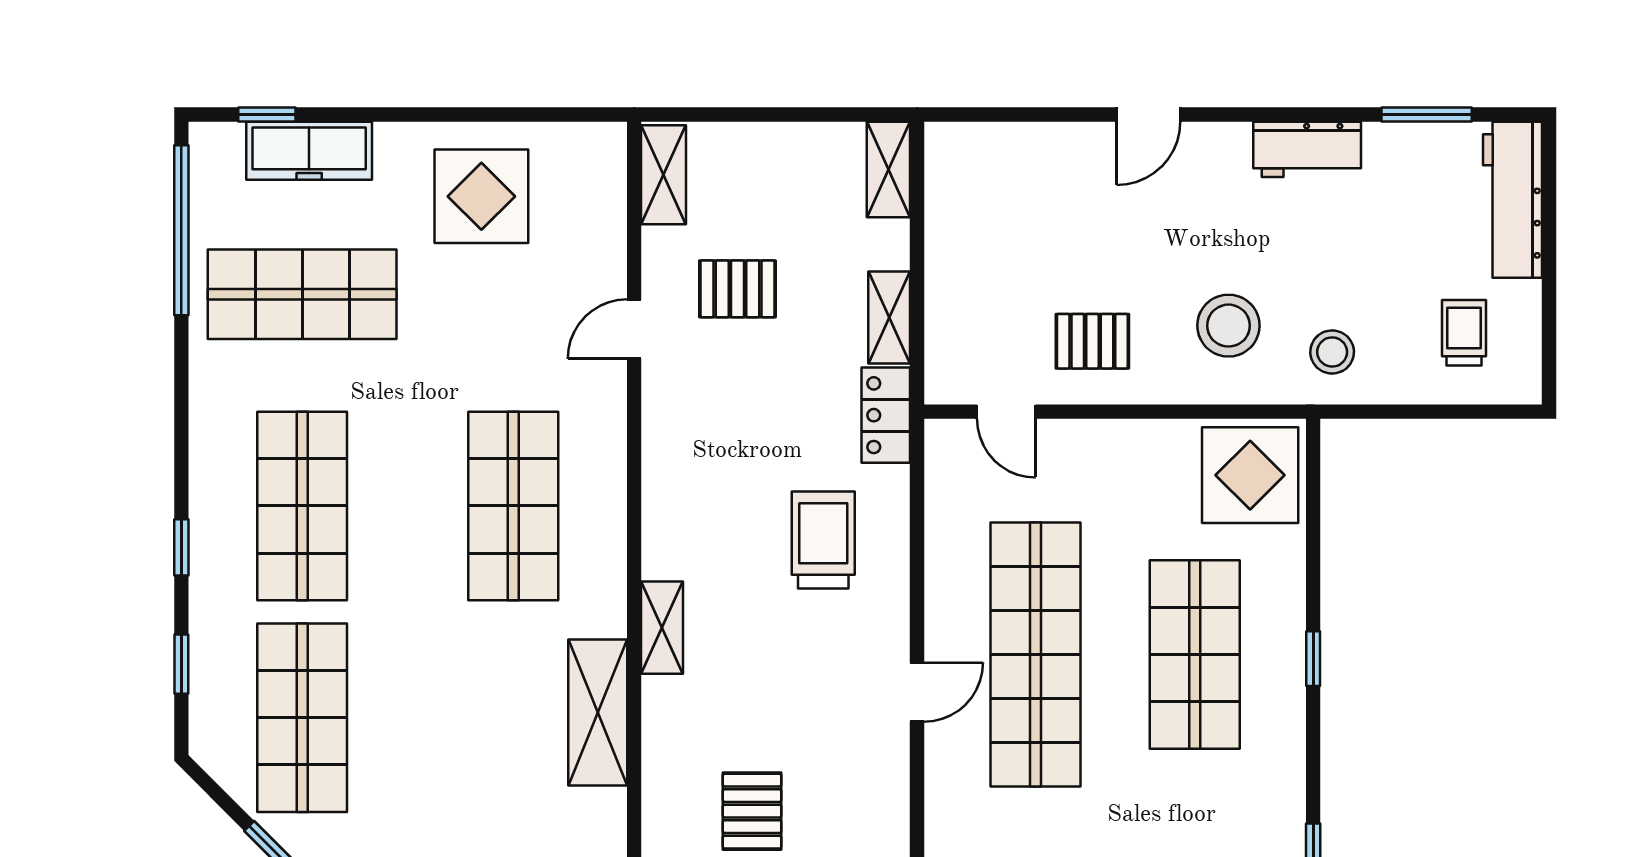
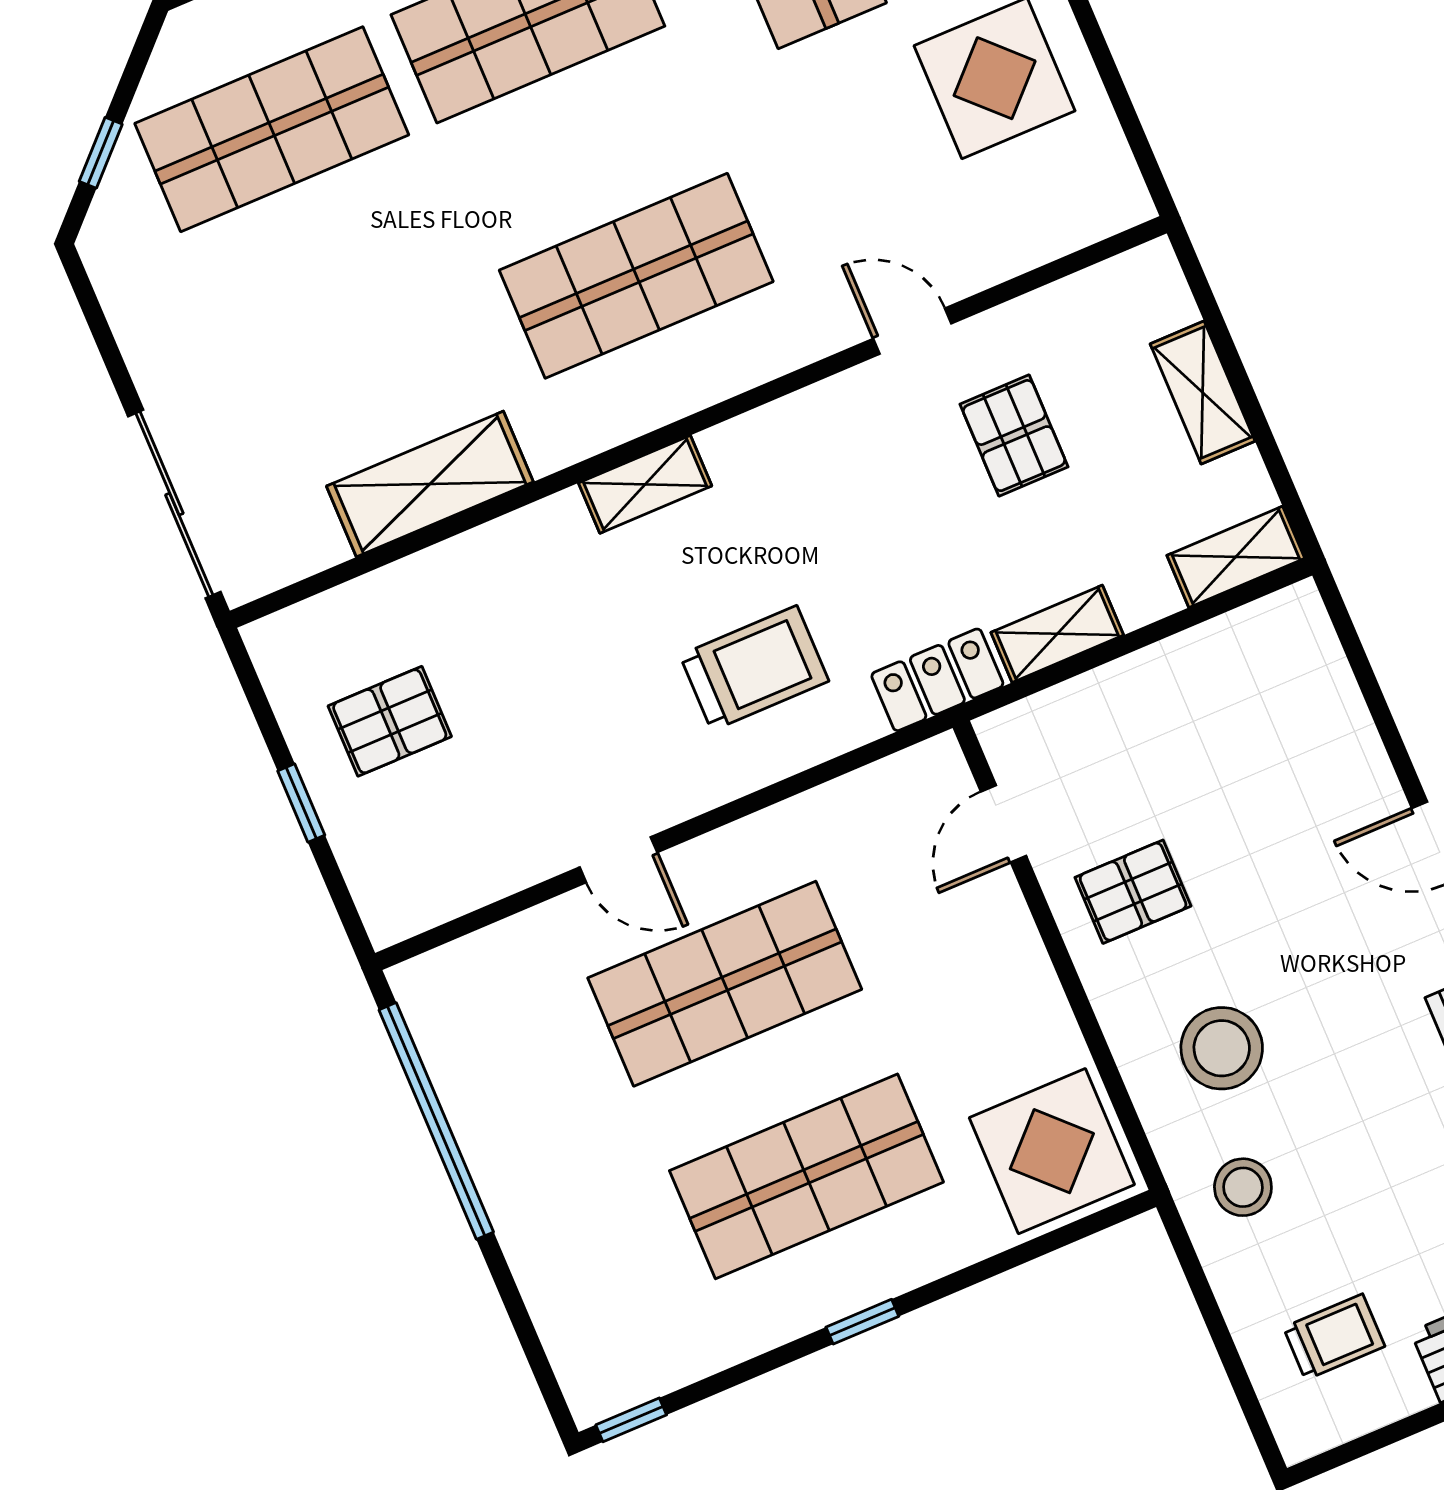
shelving: (663, 175) -> (1203, 392), moved, turned 90
pallet: (1092, 341) -> (1133, 892), turned 90
shelving: (662, 628) -> (645, 484), moved
shop shelf: (1035, 655) -> (725, 984), width x0.71

